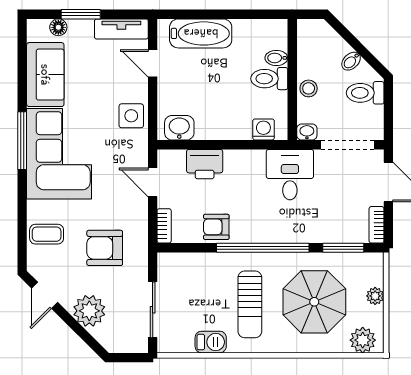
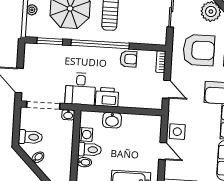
door: (153, 63) -> (163, 151), moved
stool: (309, 88) -> (65, 142), removed
washbasin: (179, 128) -> (112, 120), moved
washing machine: (263, 129) -> (86, 134), moved, turned -90
printer: (205, 164) -> (107, 97), moved
bookcase: (376, 225) -> (28, 54), removed
armchair: (105, 248) -> (199, 50), width x1.36, depth x1.36

